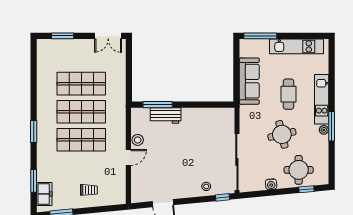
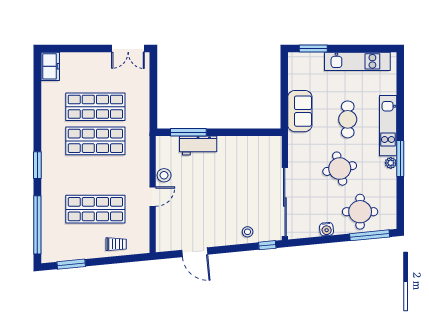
window: (63, 36) -> (73, 48), removed
window: (260, 36) -> (313, 48), width x0.69
sofa: (249, 81) -> (300, 111), width x0.73
shop shelf: (81, 140) -> (95, 209), moved
window: (34, 181) -> (37, 225), width x2.11
window: (306, 189) -> (370, 235), width x2.17
trolley: (89, 190) -> (116, 244), moved
freezer: (44, 194) -> (50, 66), moved

